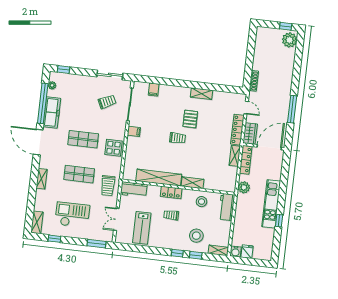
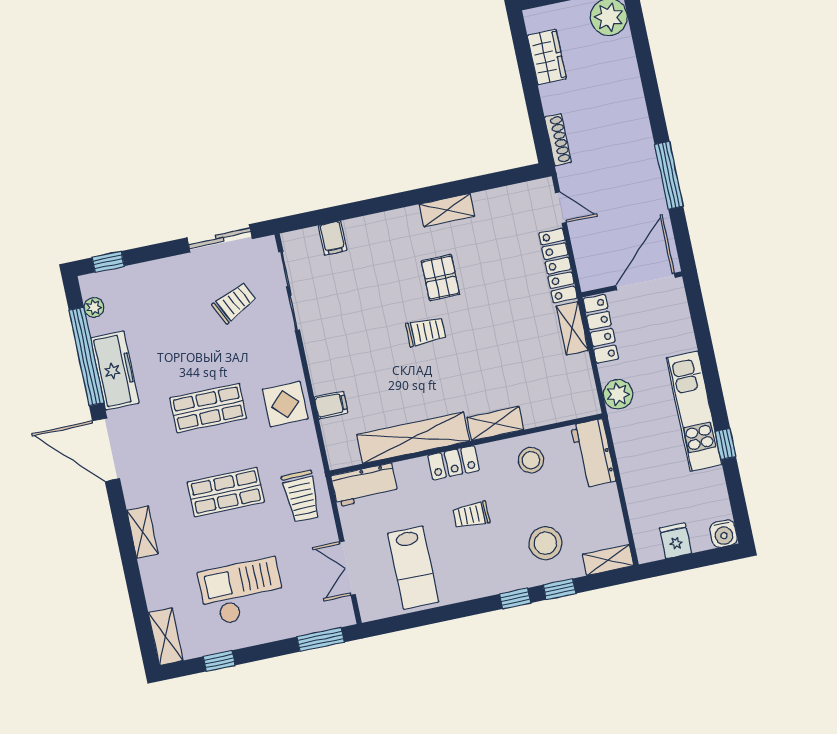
filing cabinet: (134, 131) -> (331, 405), moved
wardrobe: (250, 134) -> (547, 57), moved
water cooler: (235, 252) -> (724, 534), moved

